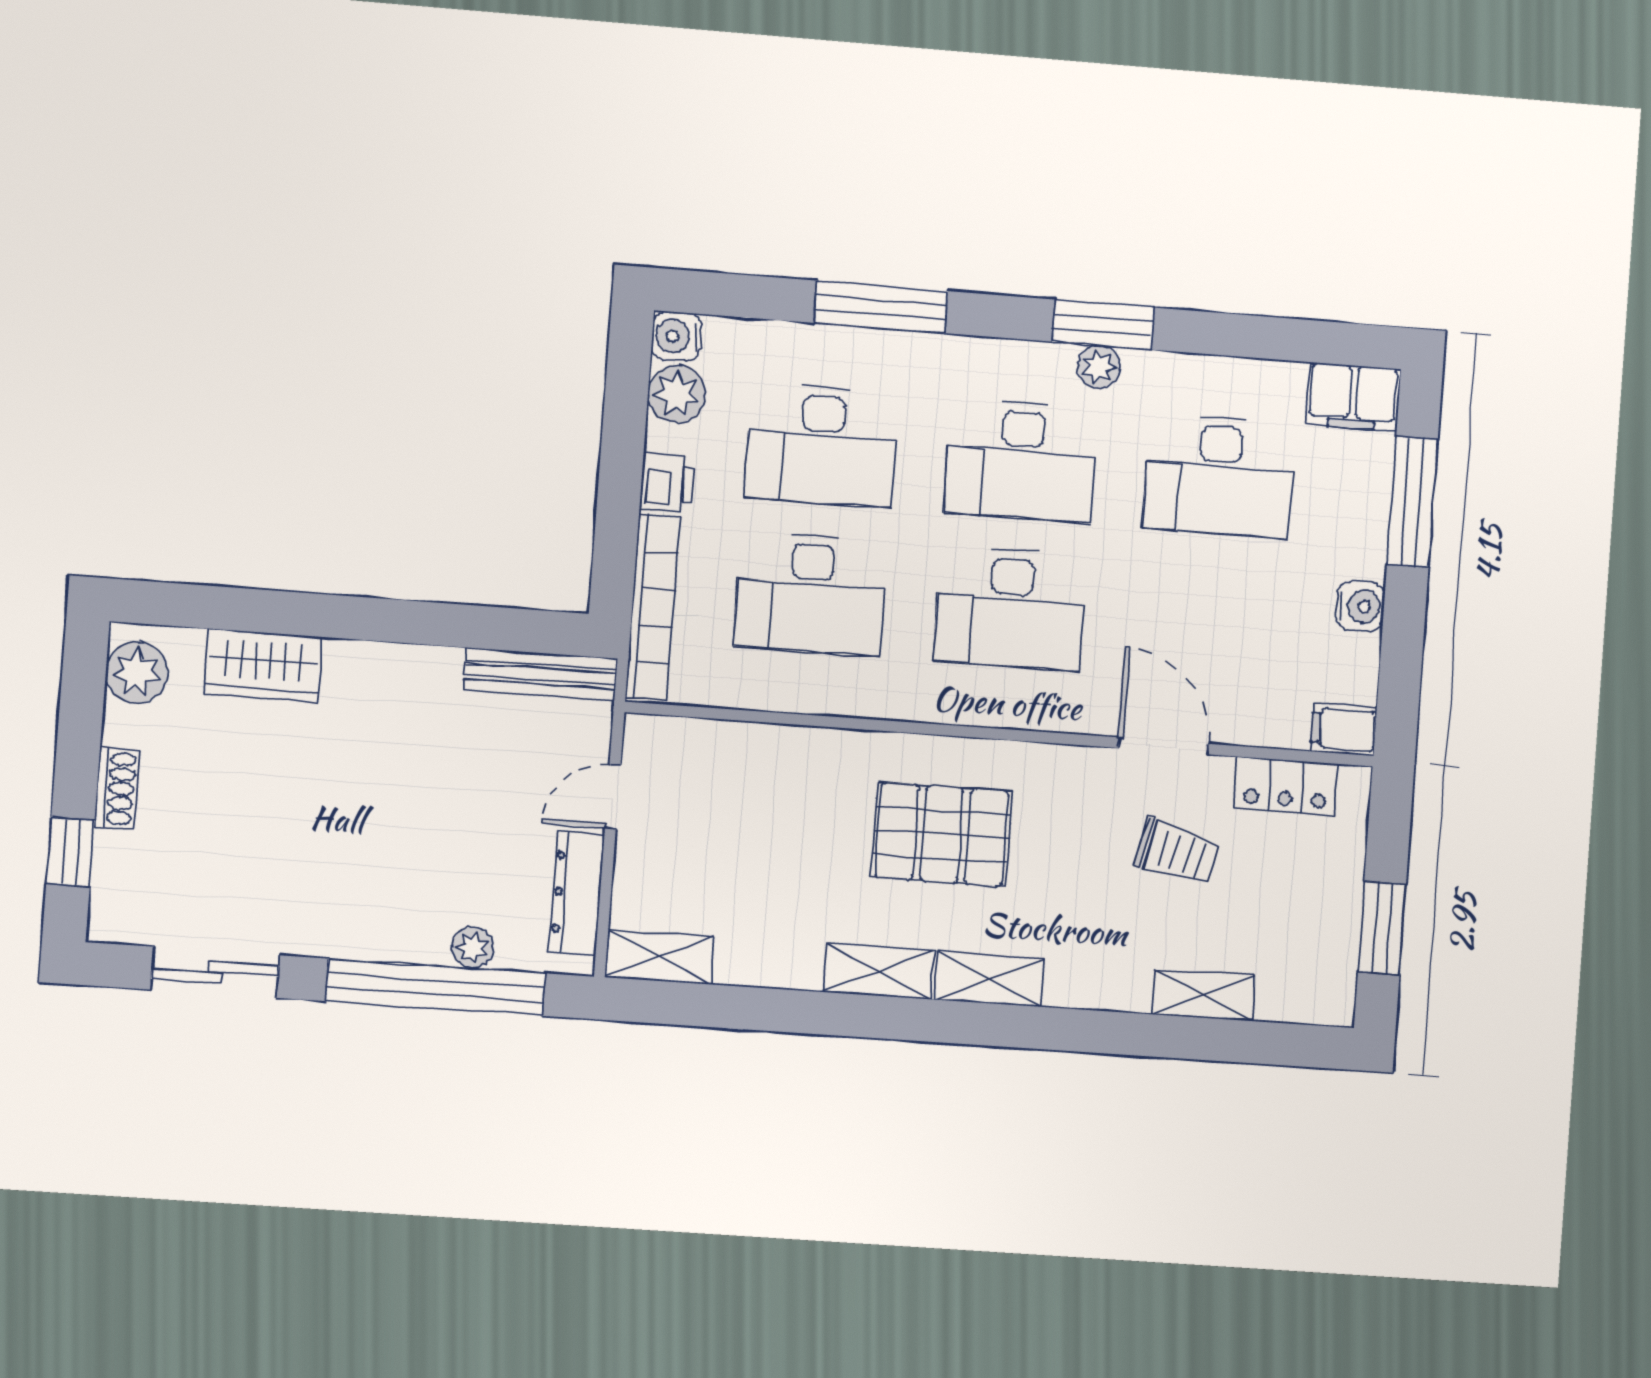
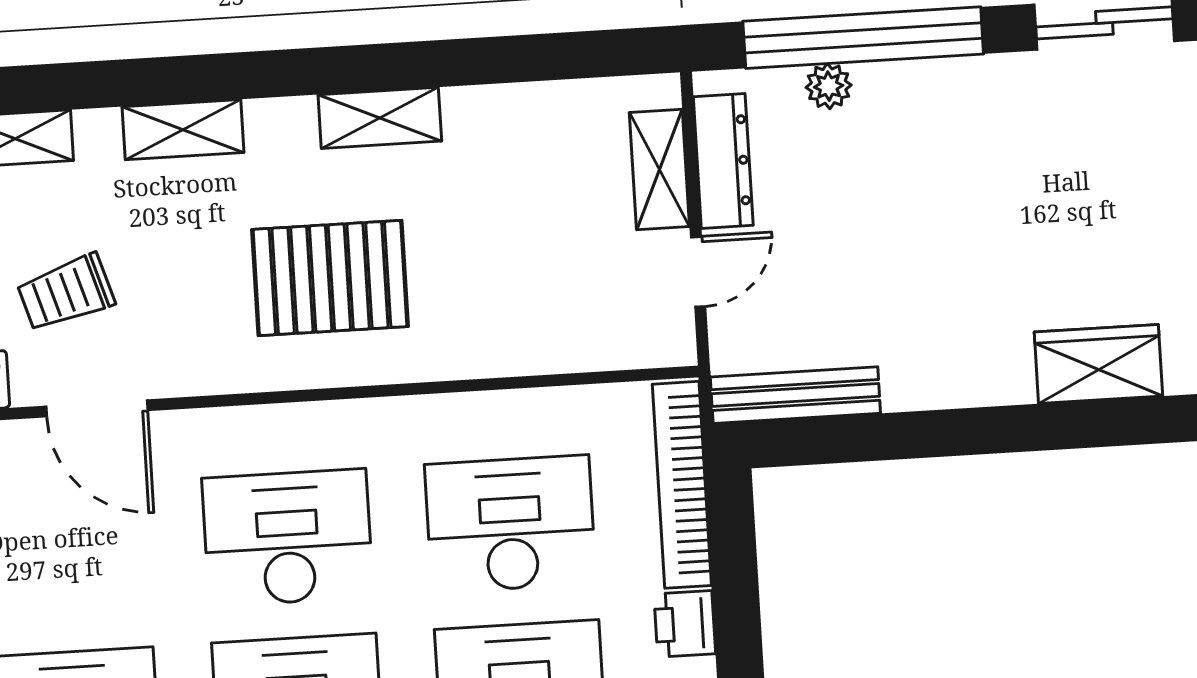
trolley: (1177, 852) -> (66, 293), turned -31
shelving: (660, 957) -> (659, 169), moved, turned 90
shelving: (989, 979) -> (183, 130), moved

